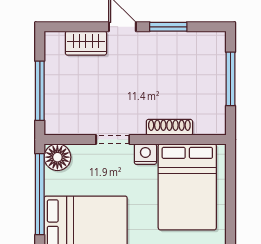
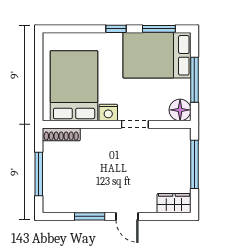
wardrobe: (86, 43) -> (174, 203), moved
shoe rack: (169, 127) -> (61, 134), moved
window: (40, 194) -> (194, 80), width x0.68

